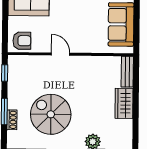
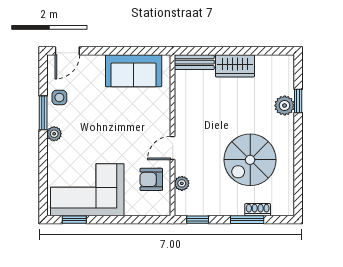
armchair: (22, 41) -> (151, 179), moved, turned -90
plant: (33, 61) -> (182, 183), added

